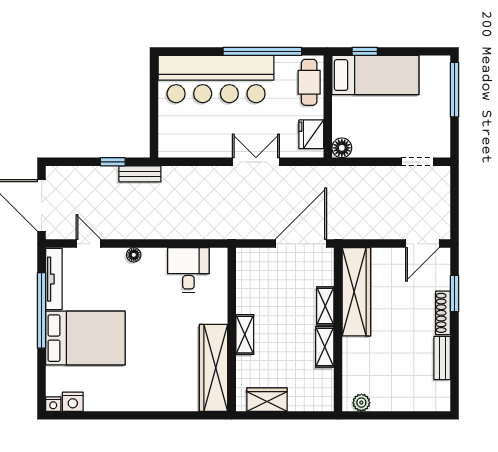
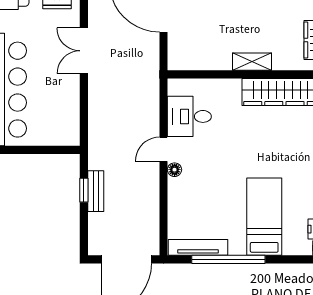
bench: (140, 174) -> (96, 191), moved
door: (89, 244) -> (164, 149), moved
bed: (85, 338) -> (264, 217), width x0.67

